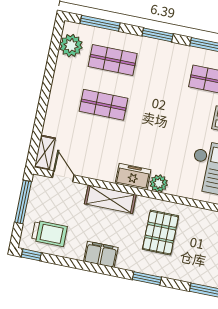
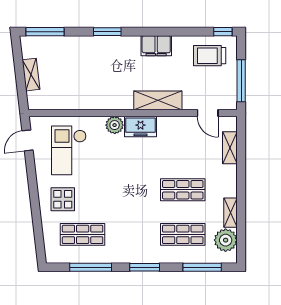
shelving: (60, 72) -> (230, 213), added
shelving: (45, 153) -> (230, 148), moved
pallet: (161, 233) -> (103, 78), removed

